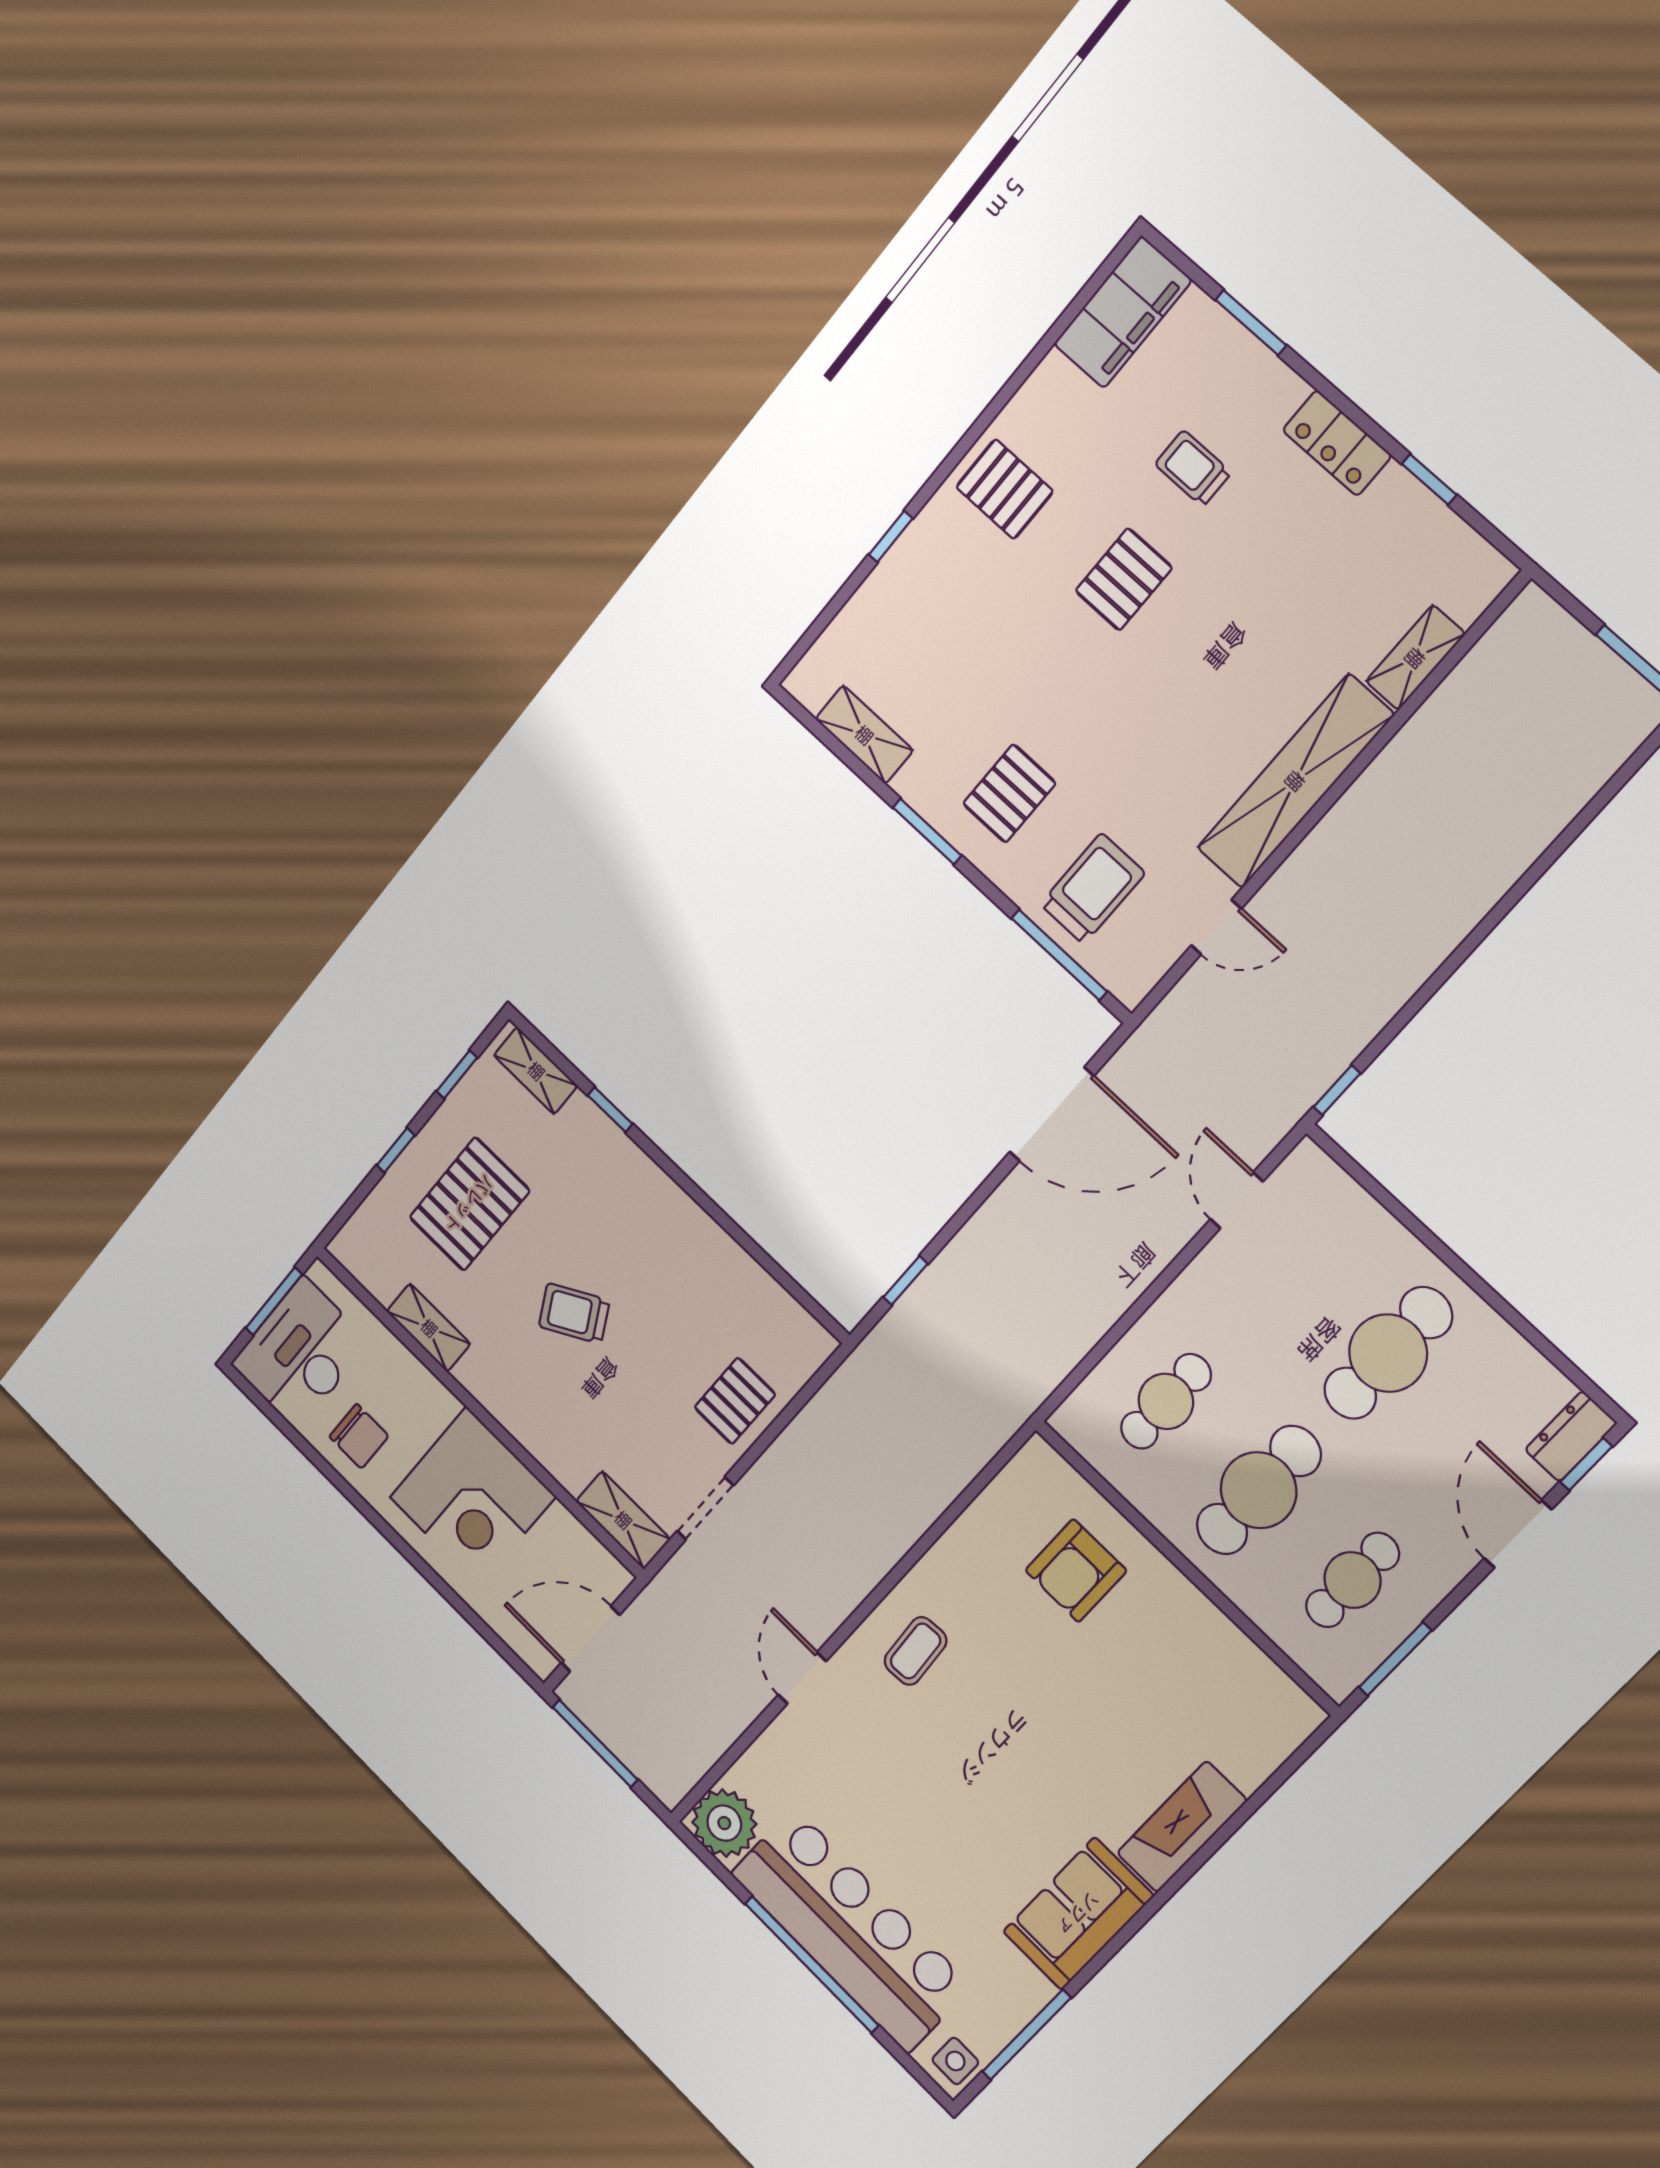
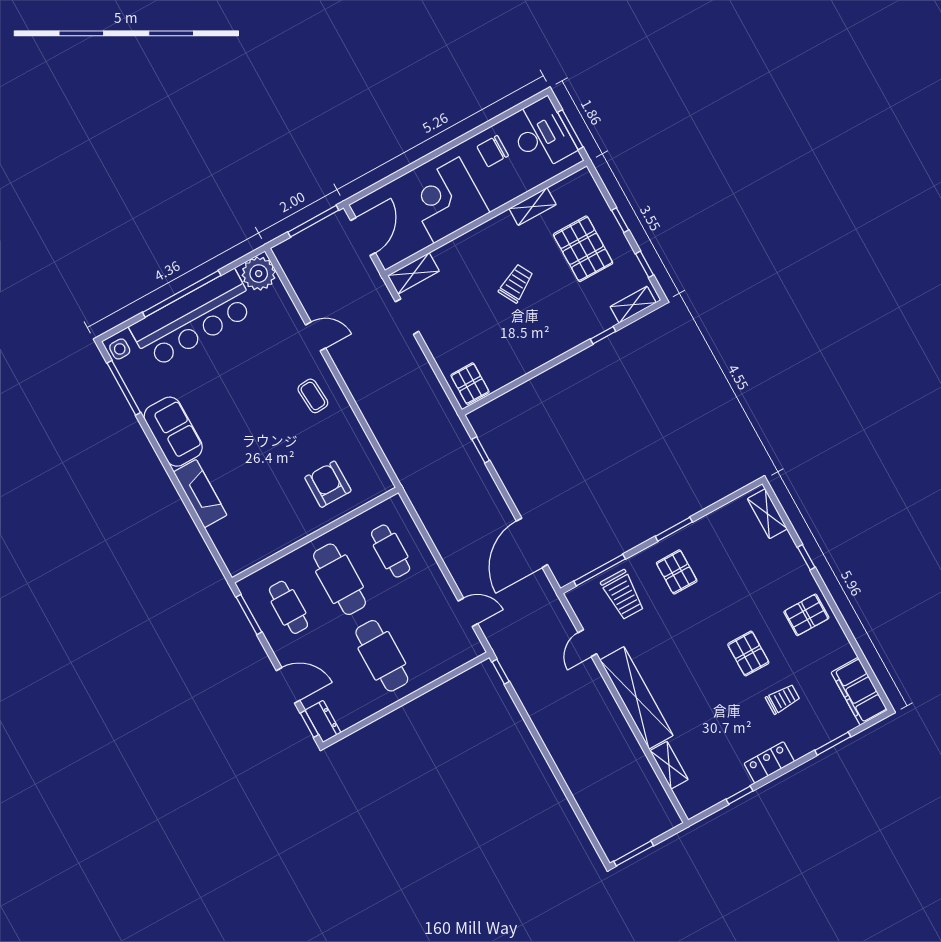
shelving: (864, 735) -> (767, 514), moved, turned 90
pallet: (735, 1401) -> (470, 384), moved

